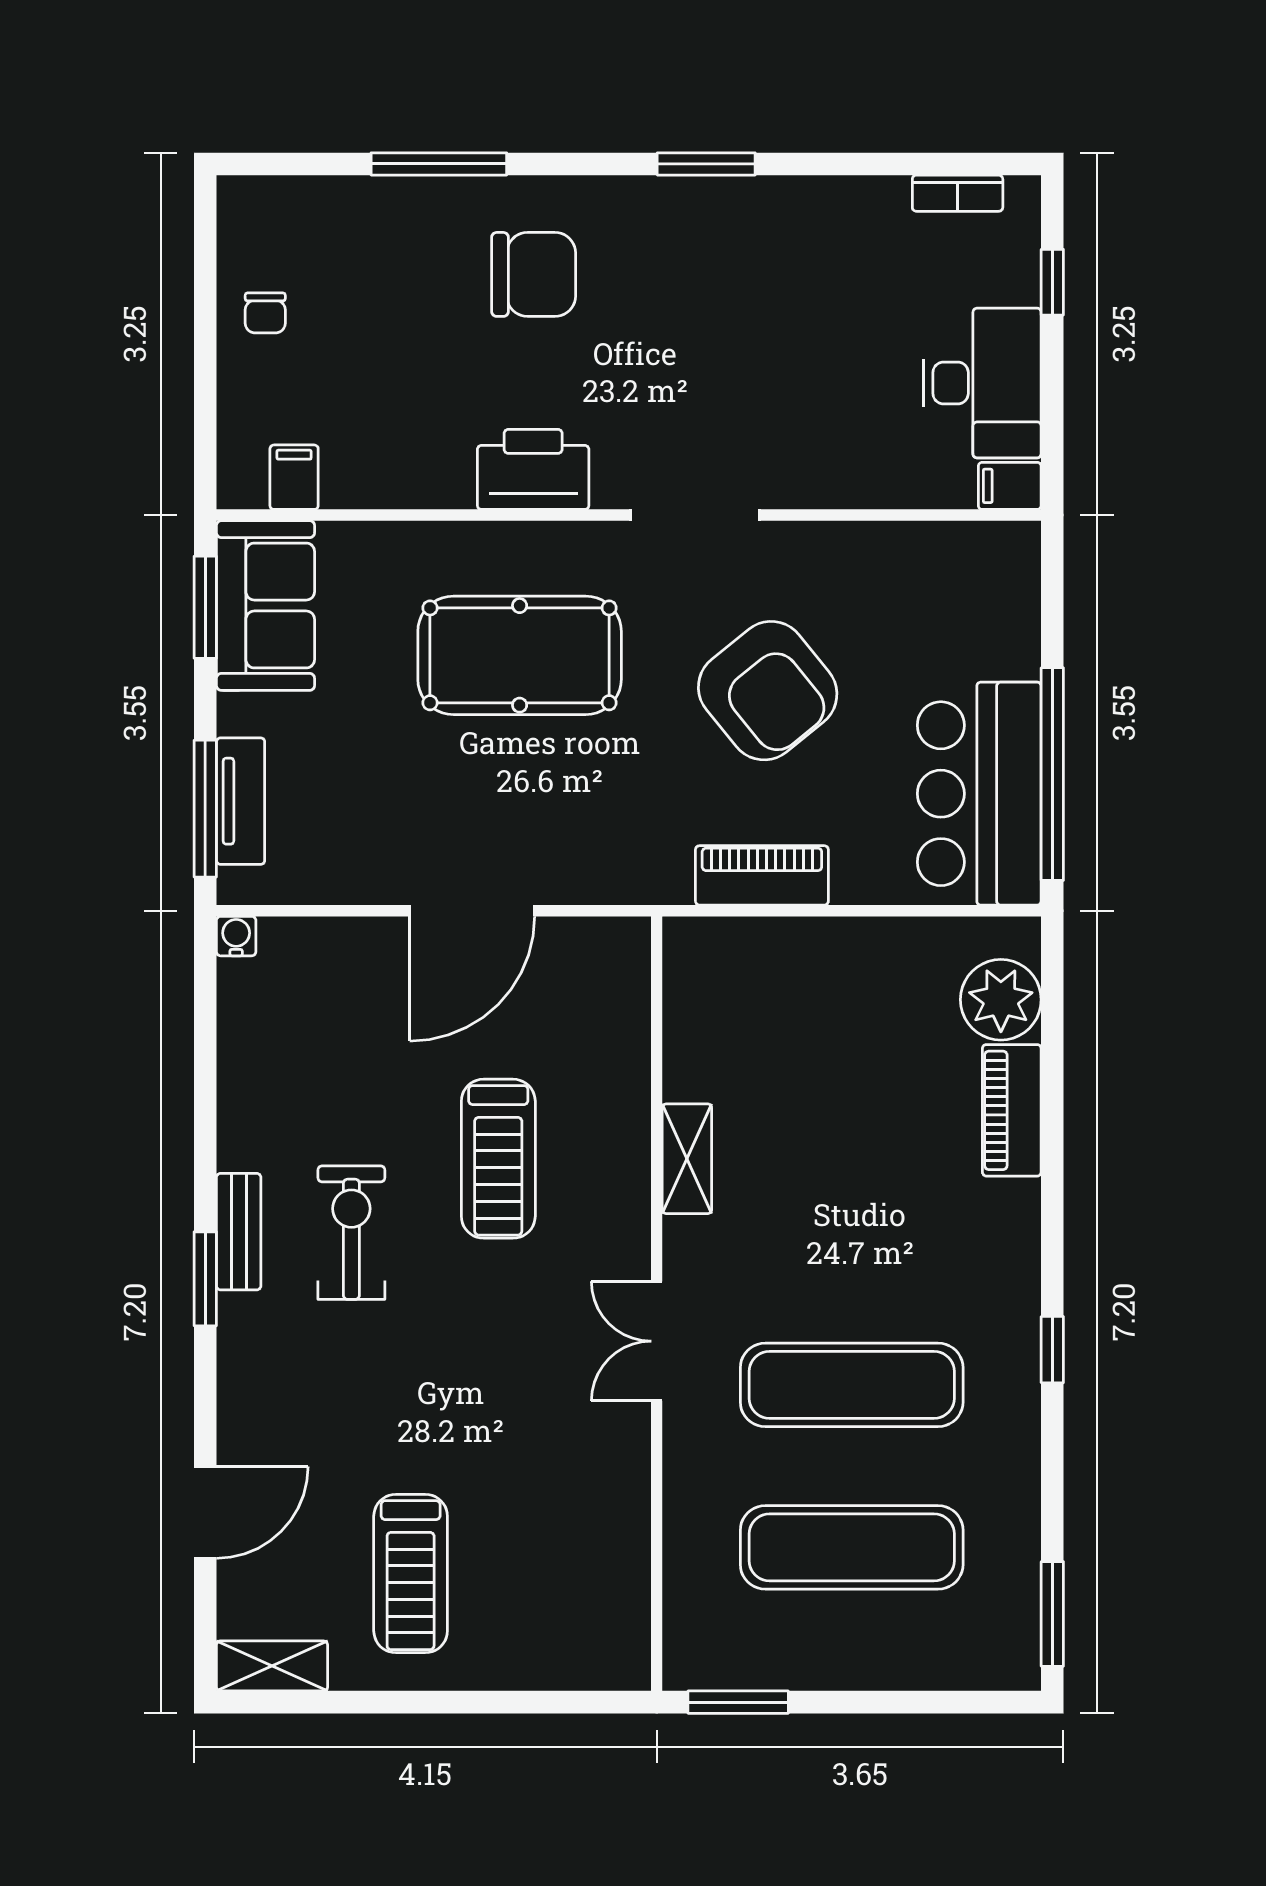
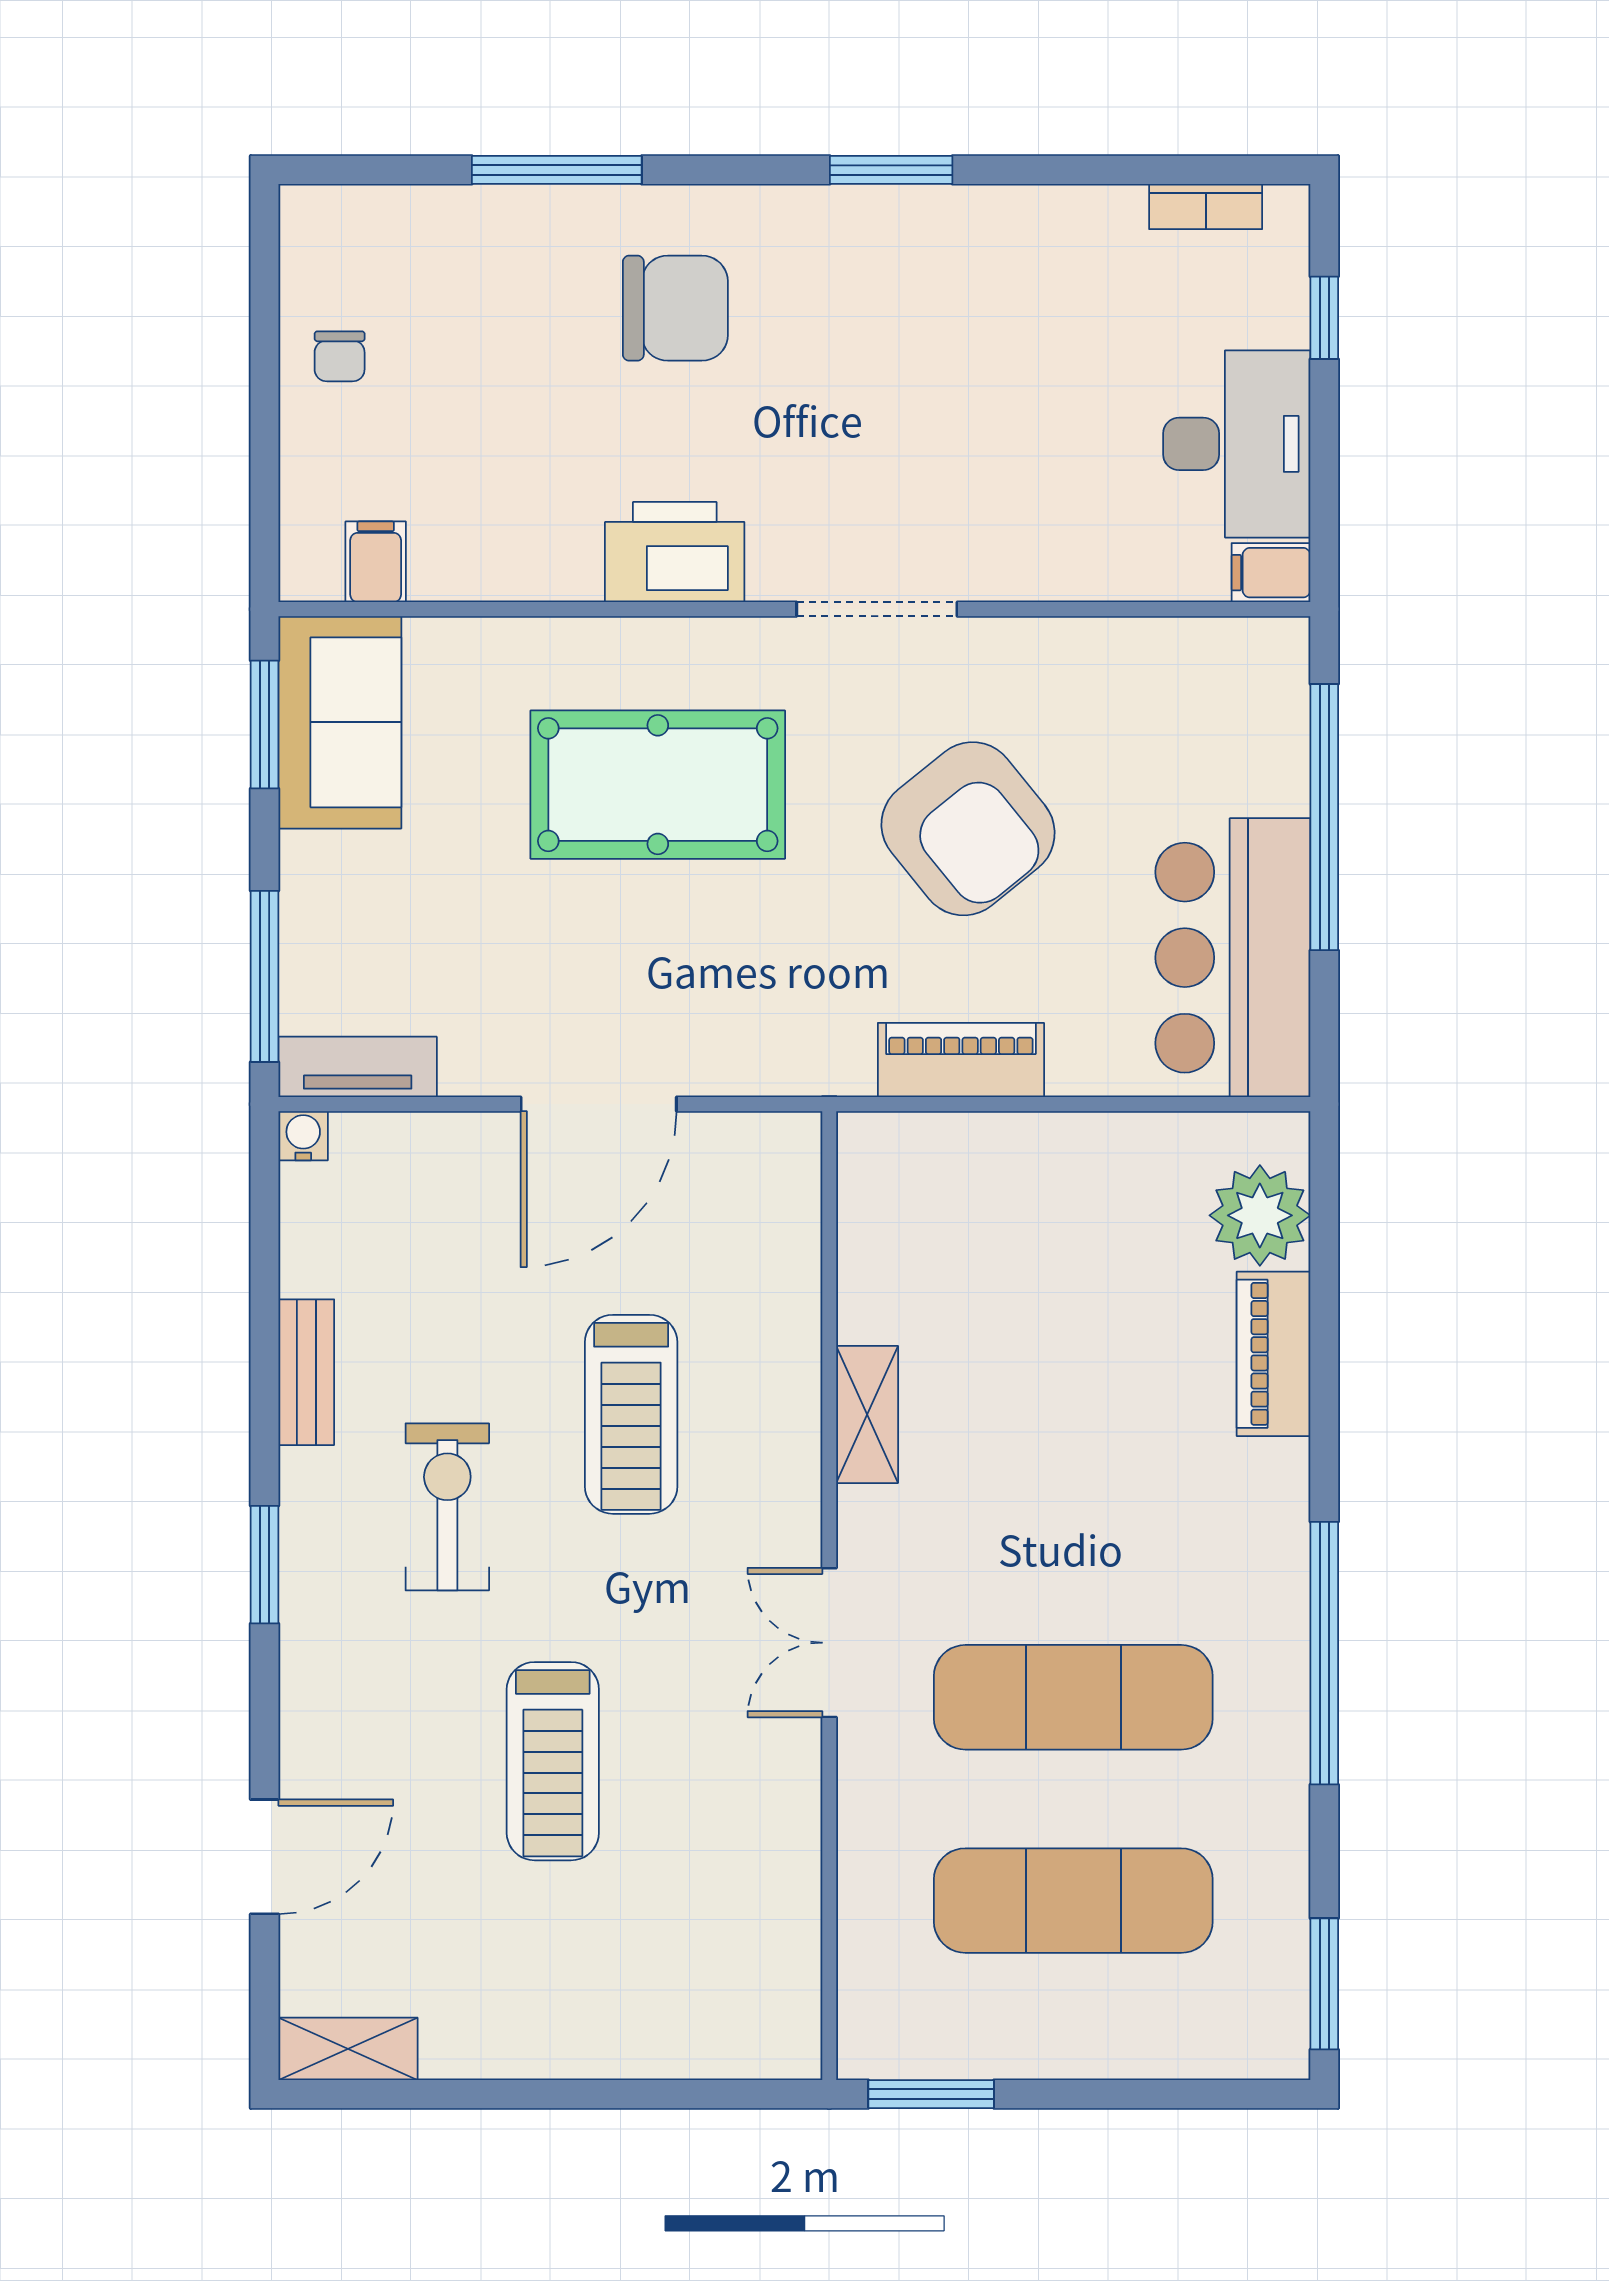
window: (1052, 774) -> (1324, 817), moved
tv unit: (241, 801) -> (358, 1067), moved, turned -90
bench: (239, 1232) -> (306, 1372), moved
window: (1052, 1350) -> (1324, 1653), width x3.17
treadmill: (411, 1574) -> (553, 1761), moved

